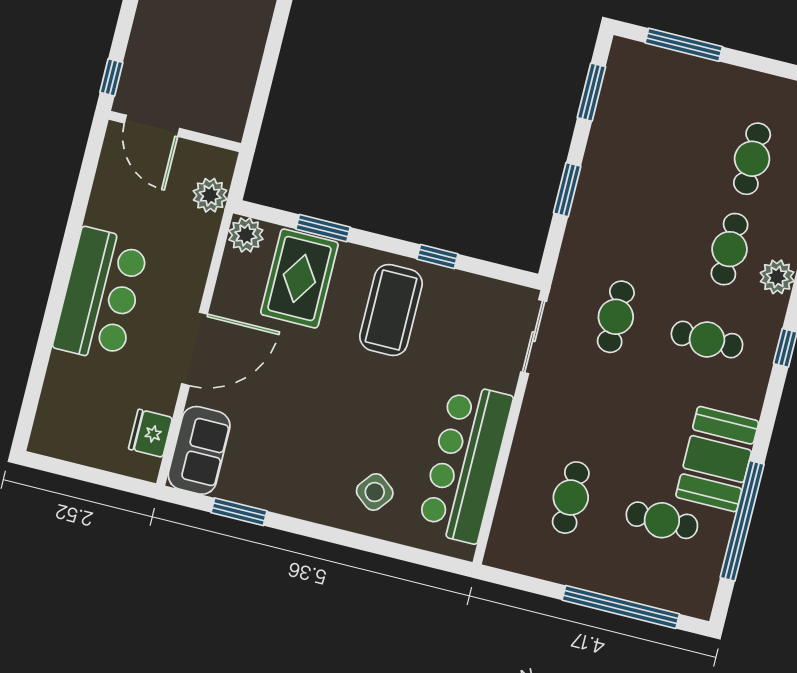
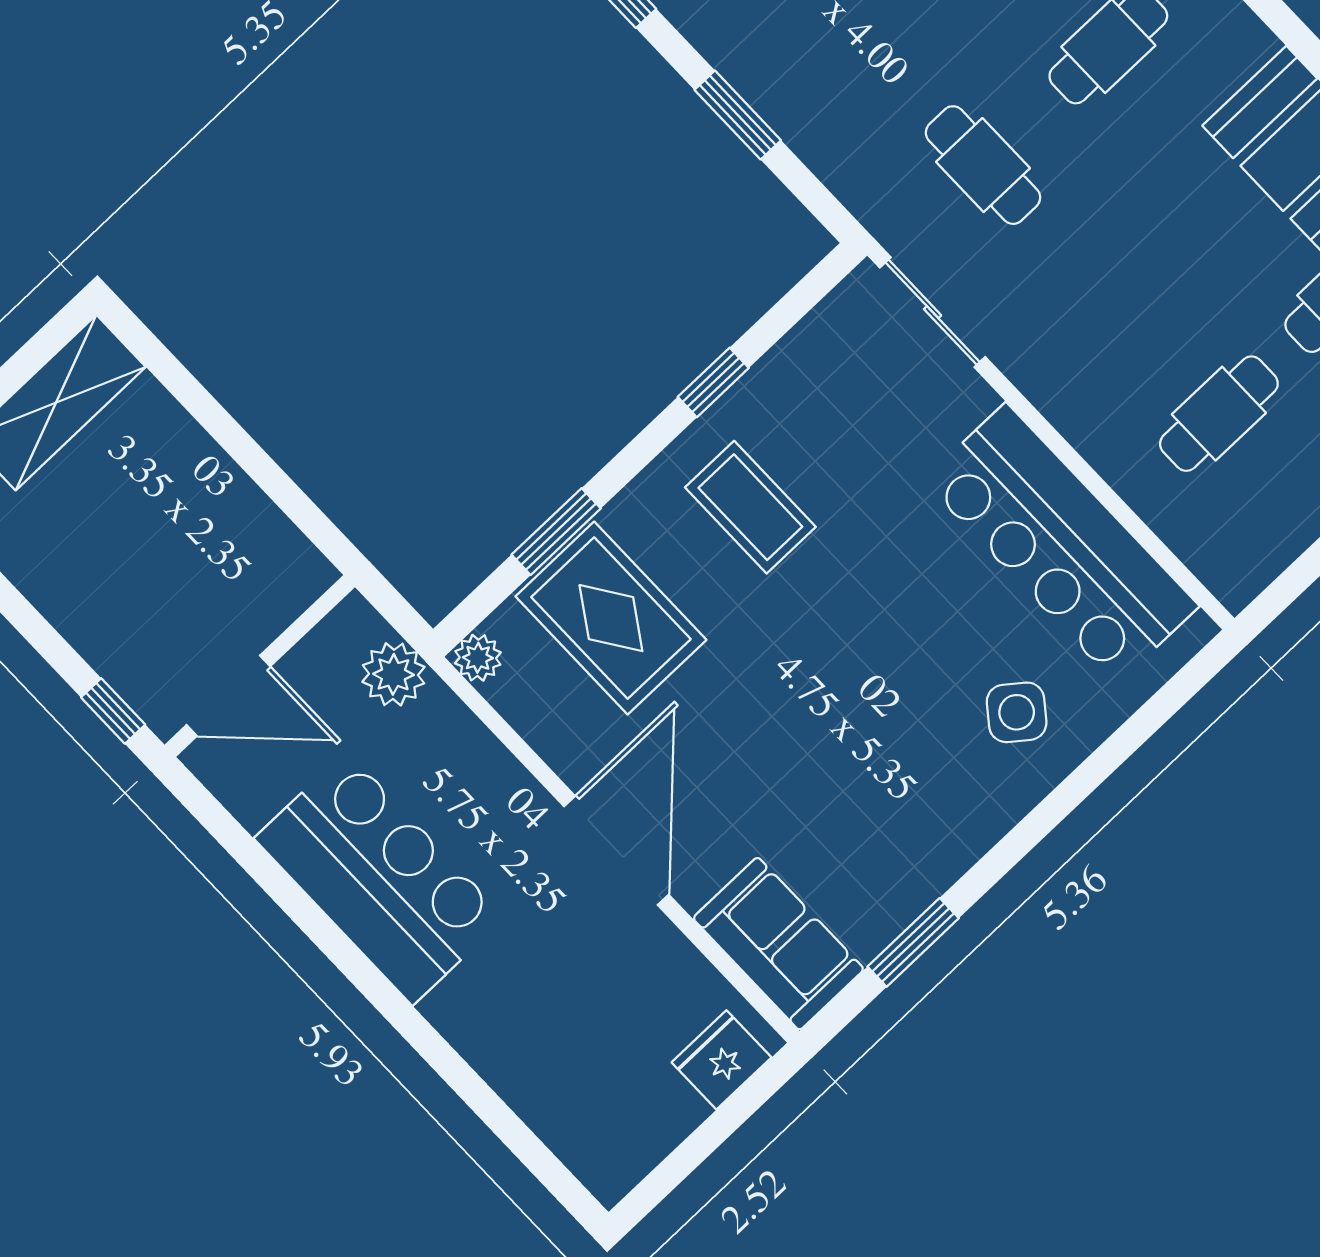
plant: (246, 235) -> (478, 658), width x0.73, depth x0.73
bar counter: (101, 295) -> (380, 878), moved
coffee table: (391, 310) -> (750, 507), width x0.73, depth x0.76
fridge: (150, 433) -> (721, 1060), moved, turned 90
cafe table: (571, 498) -> (1219, 414), turned 90

